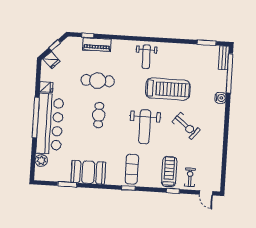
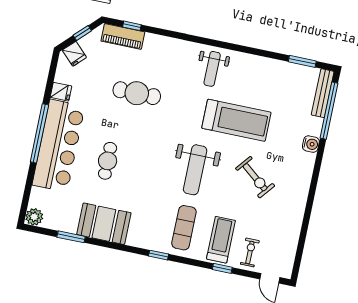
piano: (97, 44) -> (123, 36), moved
bench: (224, 58) -> (323, 93), width x1.36
cafe table: (99, 115) -> (108, 161), moved
plant: (41, 160) -> (34, 217), moved
exercise mat: (132, 169) -> (184, 228), moved

